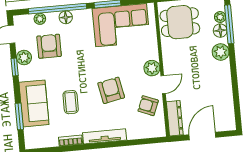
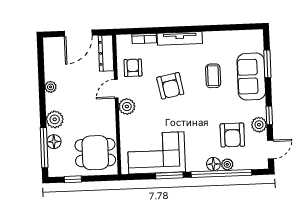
plant: (220, 17) -> (51, 87), moved
plant: (40, 19) -> (227, 164), moved
armchair: (148, 106) -> (133, 68), turned -112
bookcase: (71, 141) -> (144, 39), moved

